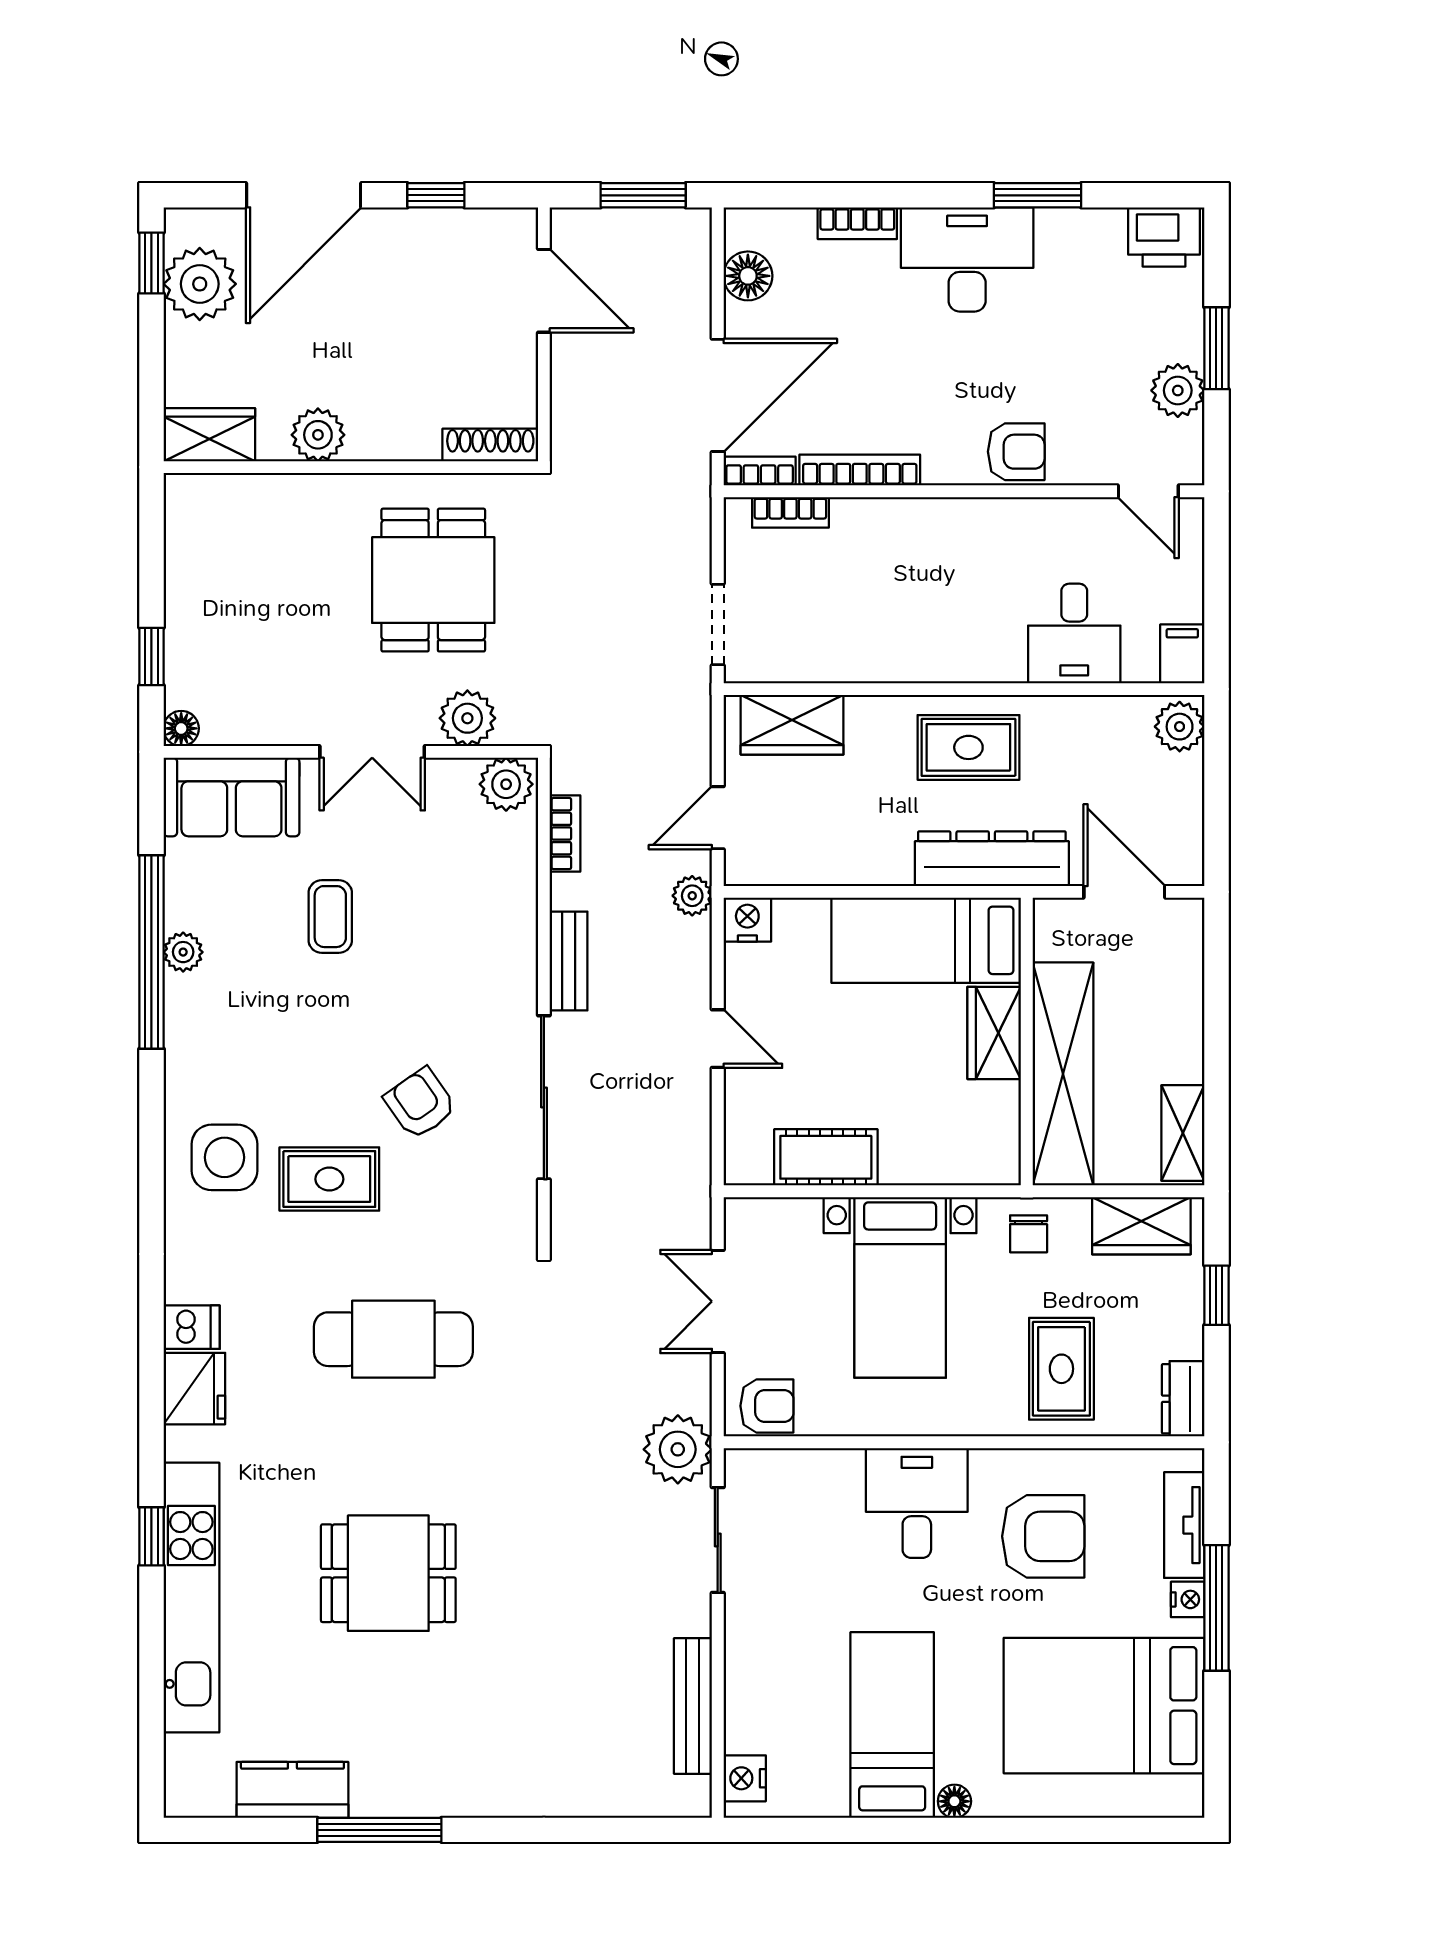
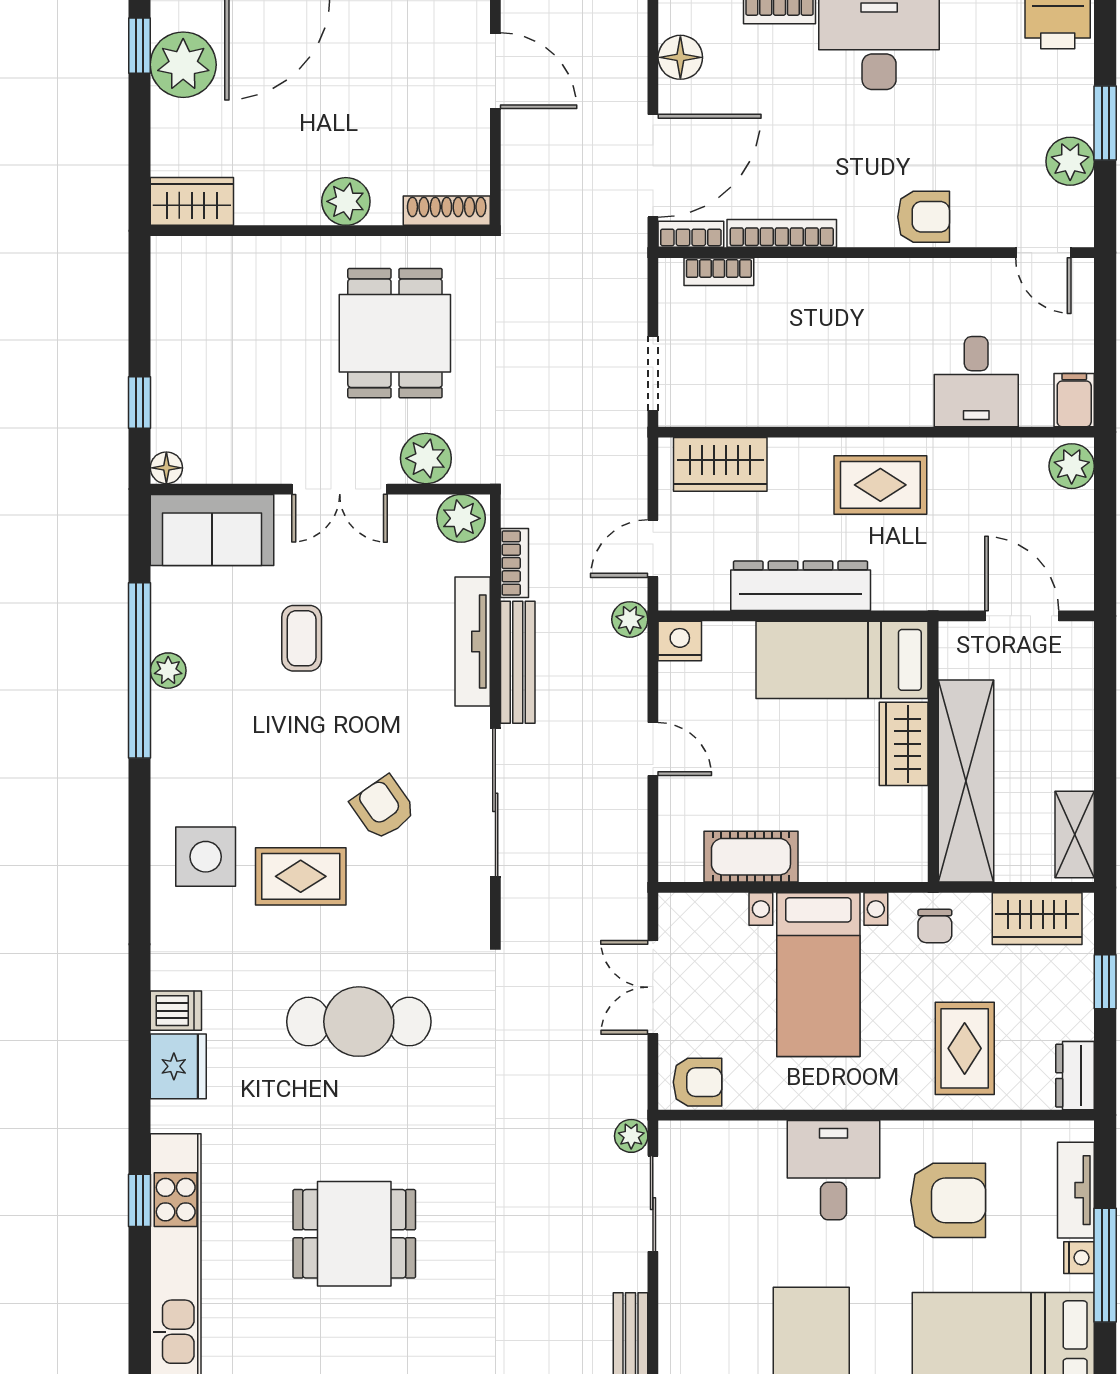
plant: (318, 435) -> (346, 201), moved
dresser: (992, 859) -> (801, 586), moved
tv unit: (519, 920) -> (473, 641), added
bench: (569, 961) -> (518, 662), width x1.36
plant: (678, 1449) -> (631, 1136), width x0.53, depth x0.53

